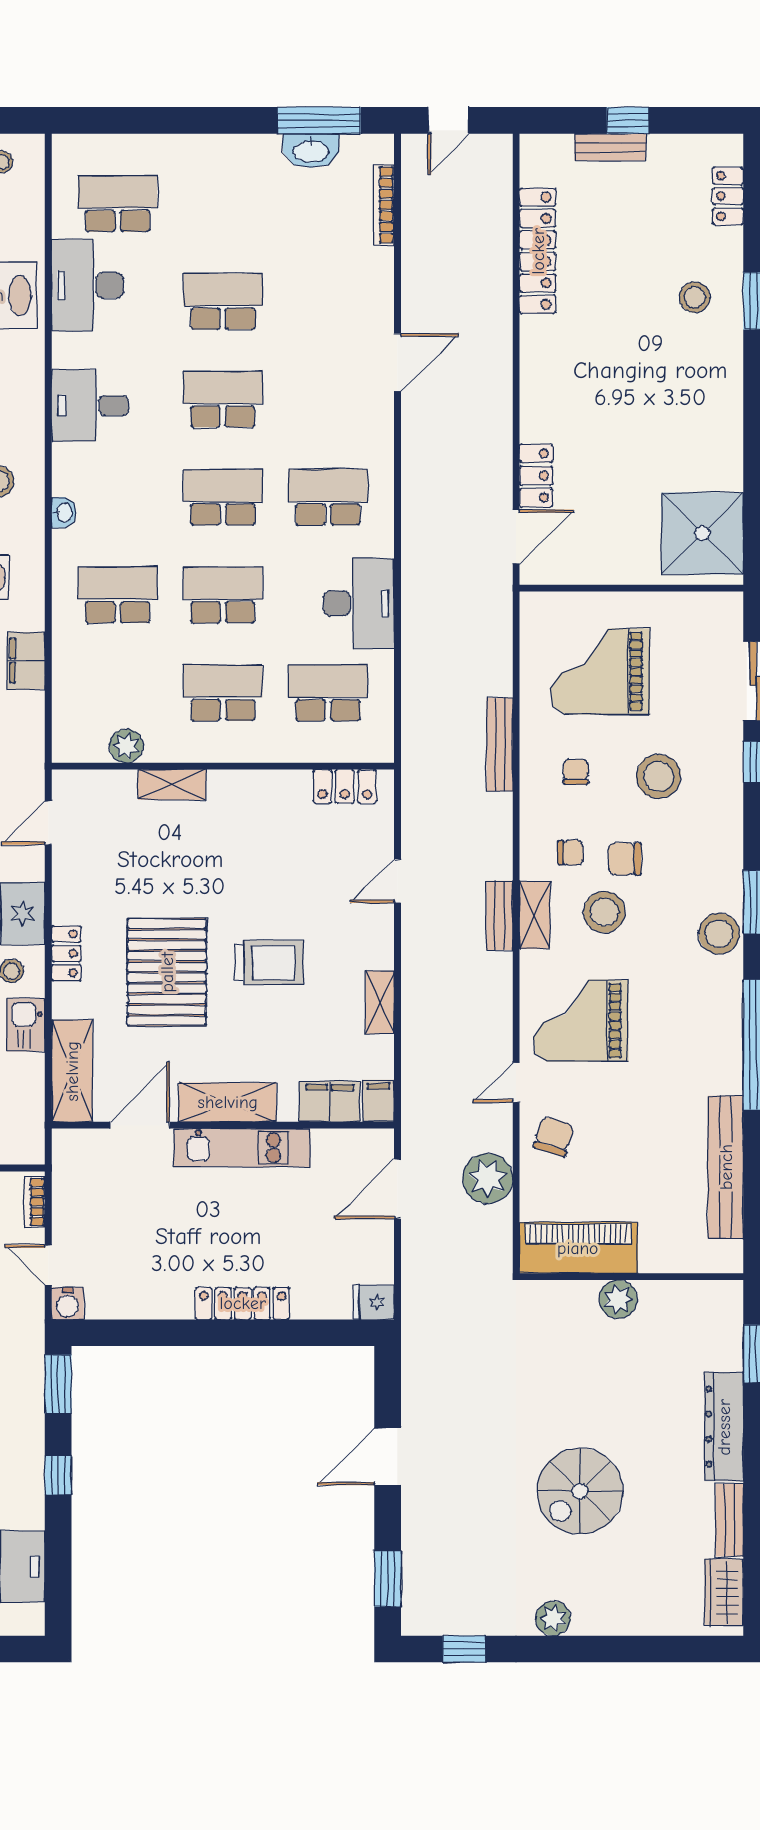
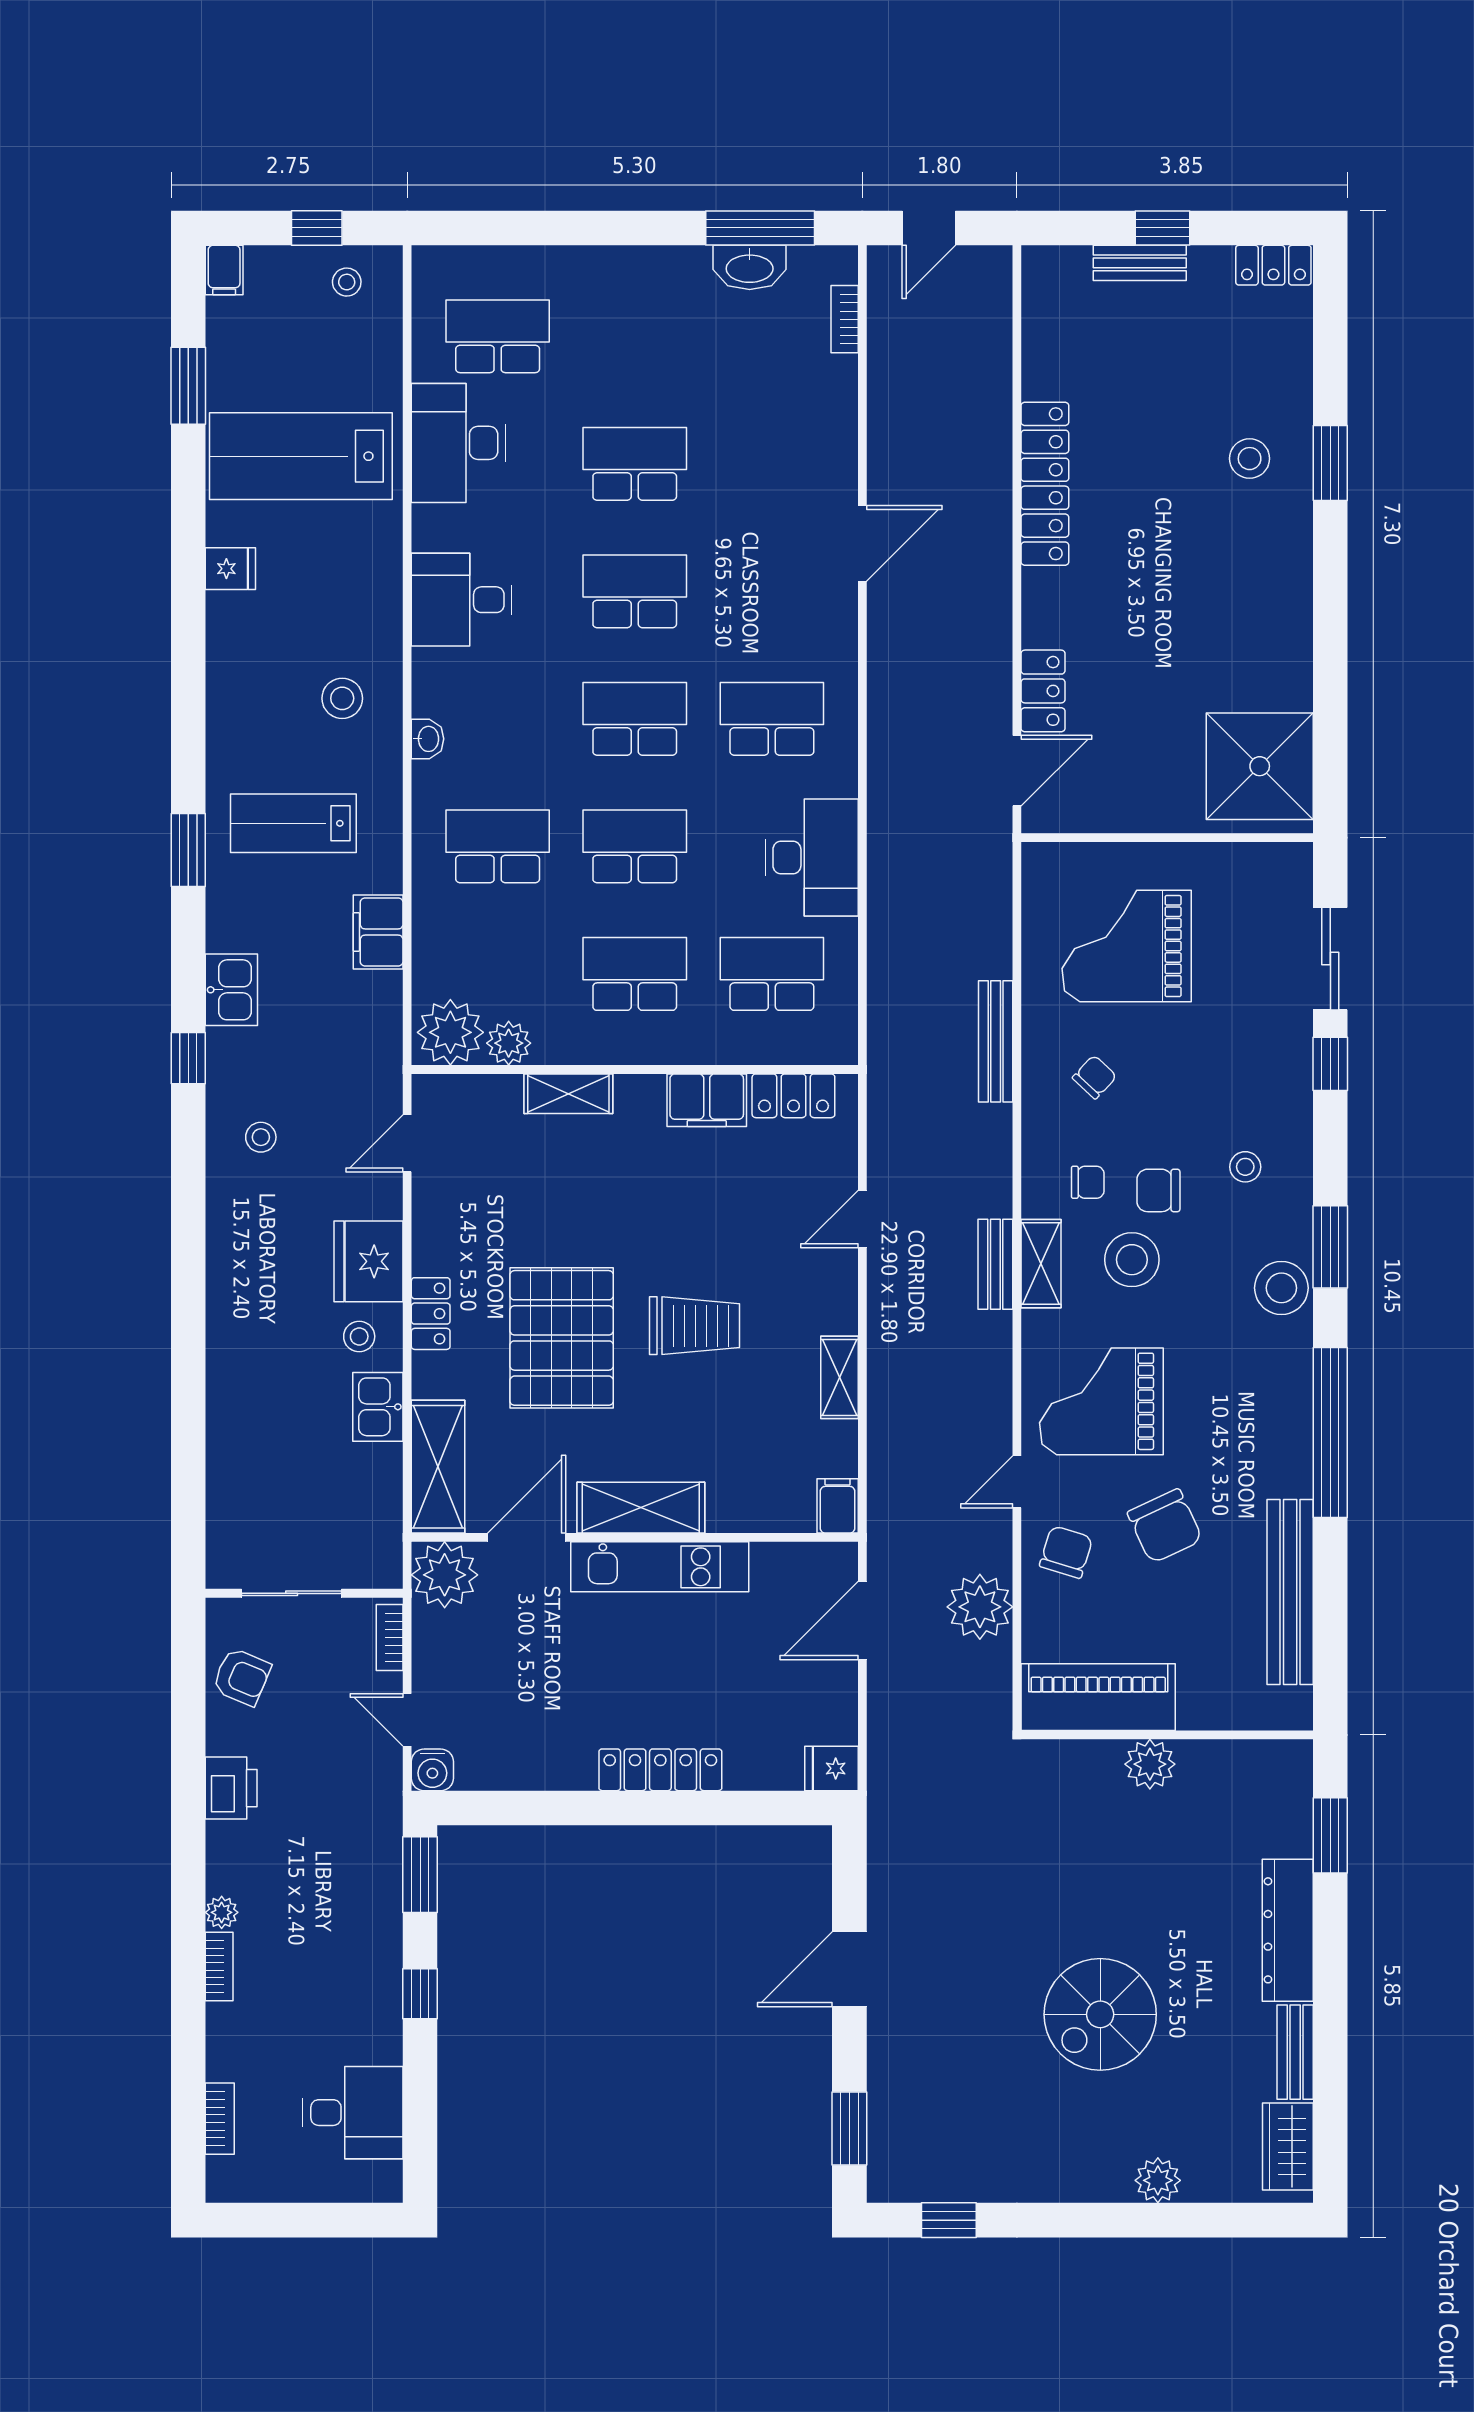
locker: (728, 196) -> (1273, 265), moved, turned -90
bookcase: (384, 205) -> (845, 319), width x0.64
locker: (538, 251) -> (1045, 484), moved
plant: (81, 738) -> (450, 1032), added
chair: (576, 772) -> (1095, 1077), turned 43
stool: (659, 776) -> (1245, 1167), moved, width x0.53, depth x0.53
filing cabinet: (330, 1102) -> (707, 1100), moved, turned 180
chair: (630, 1116) -> (1165, 1526), added
plant: (77, 1154) -> (445, 1575), added
plant: (553, 1618) -> (1158, 2180), moved

